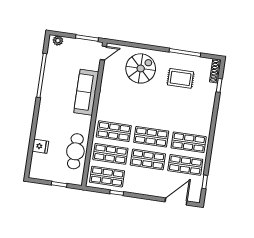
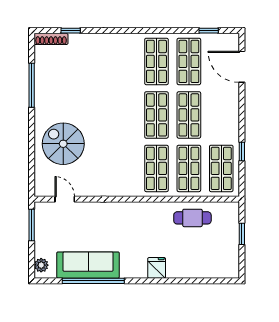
door: (103, 53) -> (65, 199), moved
rug: (181, 78) -> (69, 86), removed
sofa: (86, 92) -> (88, 265), moved, turned 180
fridge: (40, 146) -> (157, 268), moved
cafe table: (75, 151) -> (192, 218), width x0.73, depth x0.74

